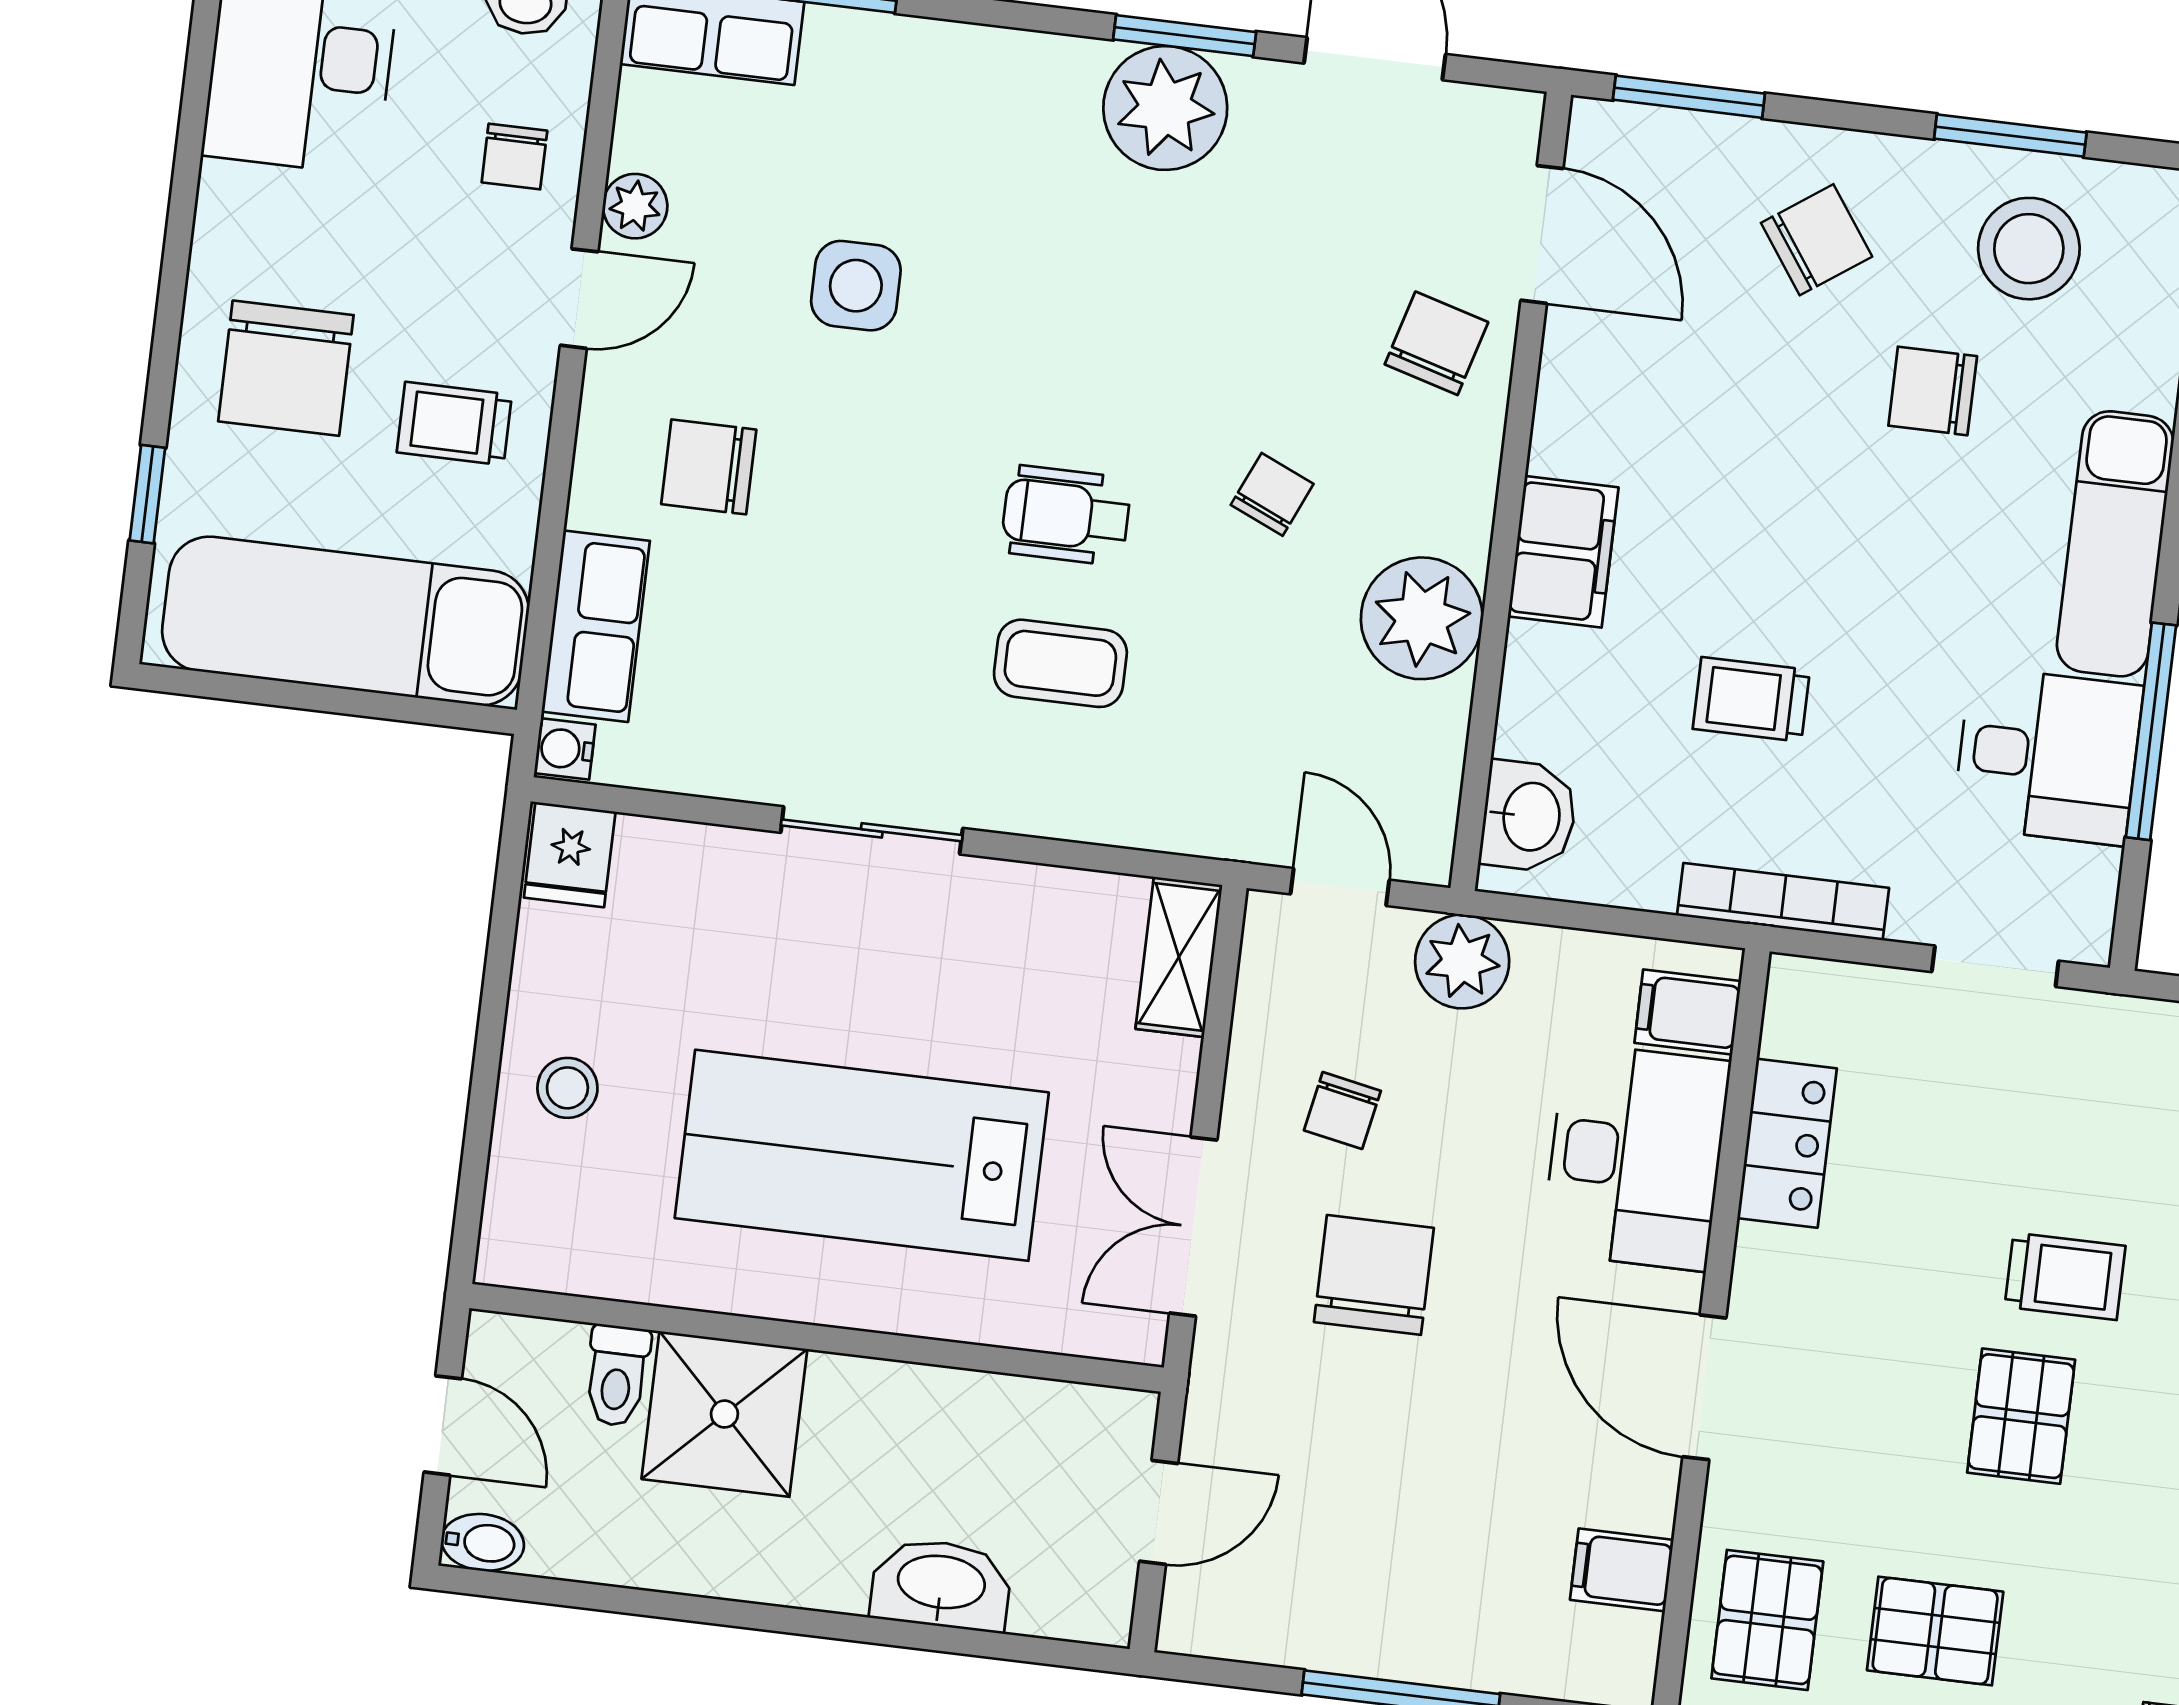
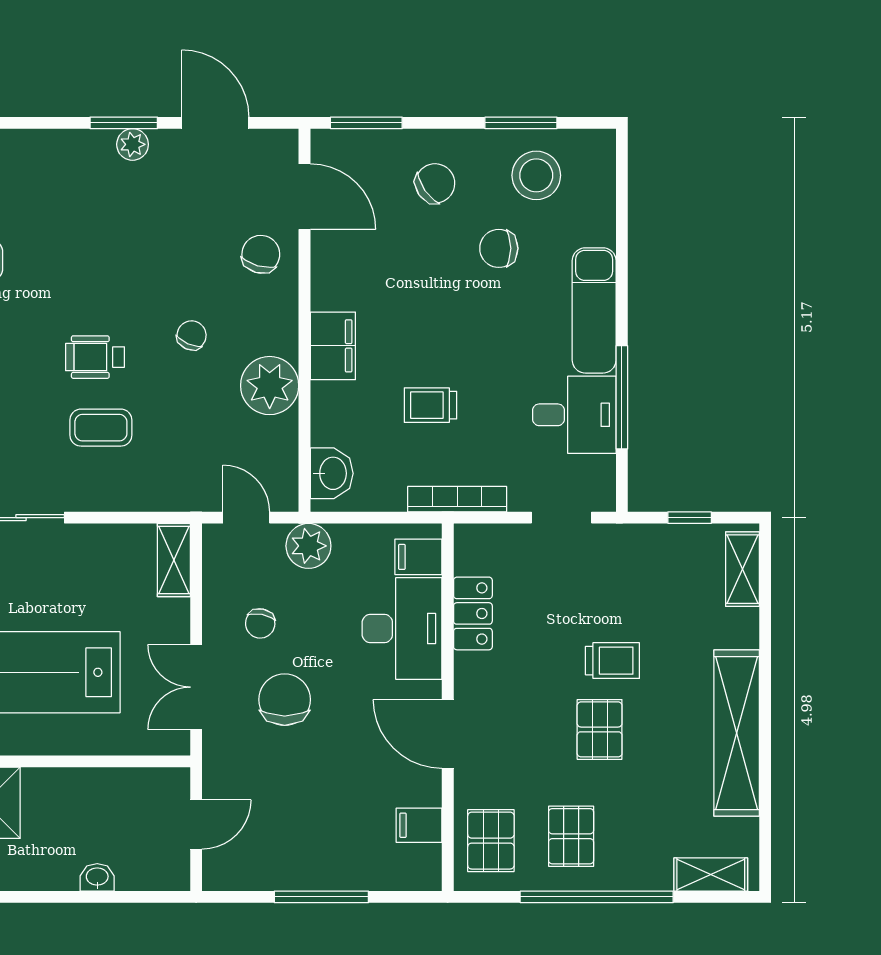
plant: (1165, 108) -> (133, 144), width x0.53, depth x0.53
washbasin: (941, 1584) -> (97, 877), width x0.52, depth x0.69
pallet: (1935, 1631) -> (571, 836), turned 90

